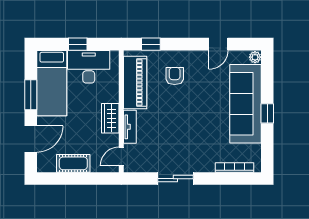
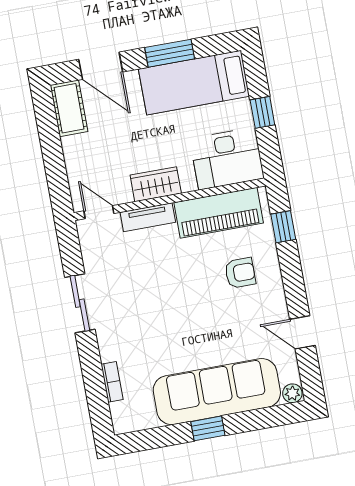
desk: (89, 67) -> (227, 159), moved, turned 90
cot: (73, 163) -> (69, 108), moved
bookcase: (235, 167) -> (112, 382), width x0.64

